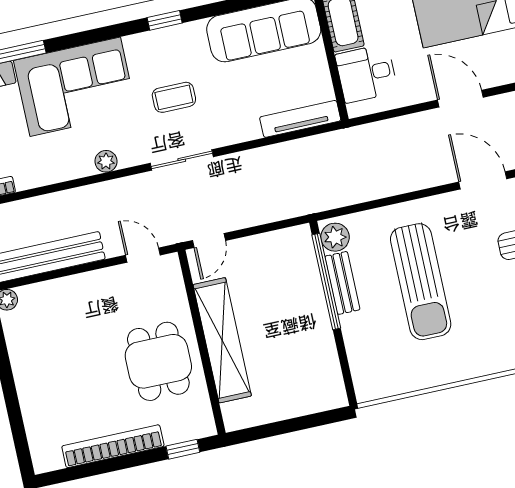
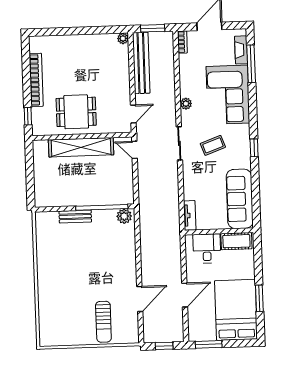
coffee table: (174, 97) -> (213, 145), turned 70
tv unit: (300, 119) -> (190, 215), width x0.71
sun lounger: (421, 282) -> (93, 257), removed
bench: (342, 283) -> (75, 217), moved

